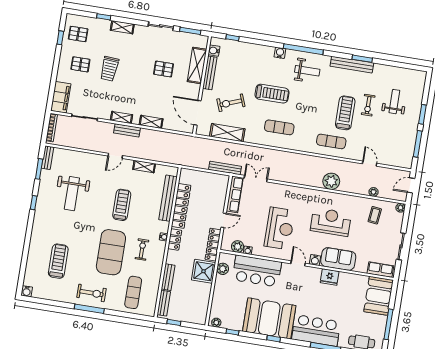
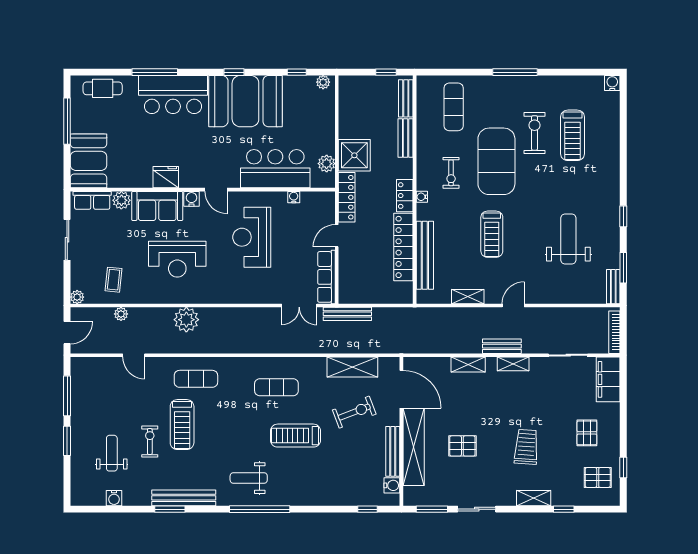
water cooler: (280, 53) -> (114, 498), moved
pallet: (80, 64) -> (587, 433), turned 90
shelving: (197, 65) -> (414, 447), width x1.47
trolley: (109, 69) -> (526, 447), moved
weight bench: (394, 102) -> (112, 453), turned 180
plant: (238, 246) -> (121, 200), moved
exercise bike: (91, 293) -> (534, 133), moved, turned 90

